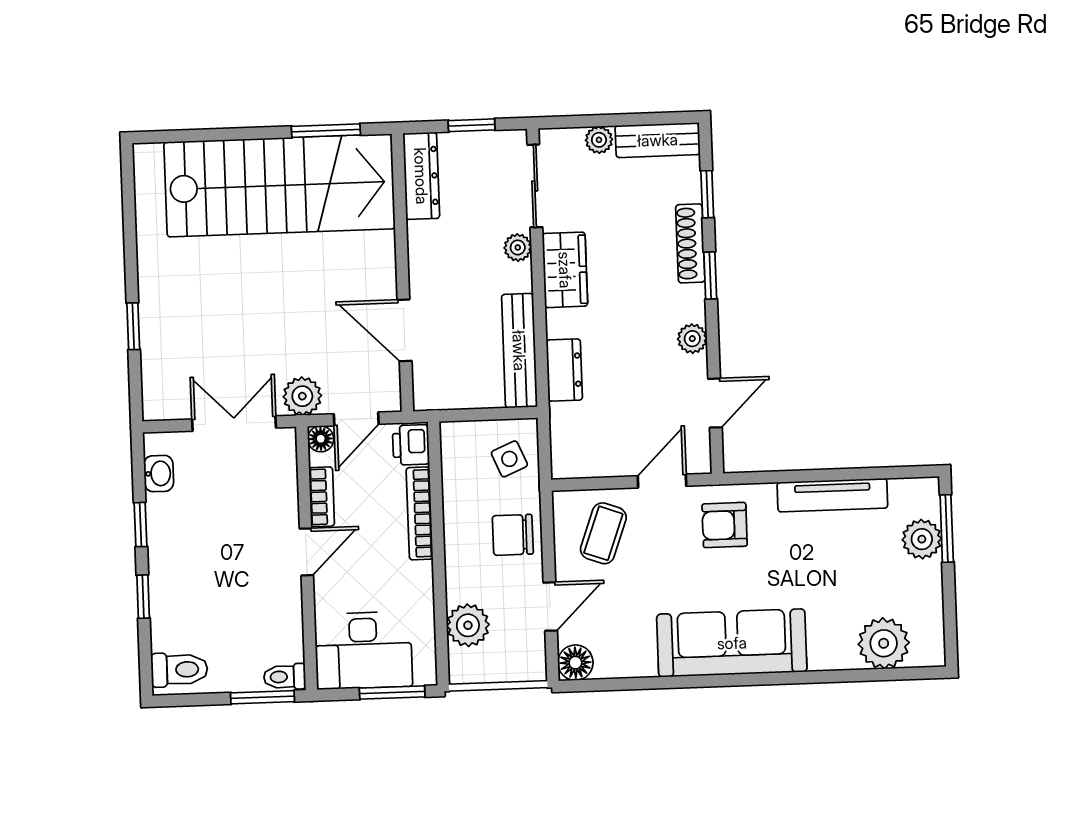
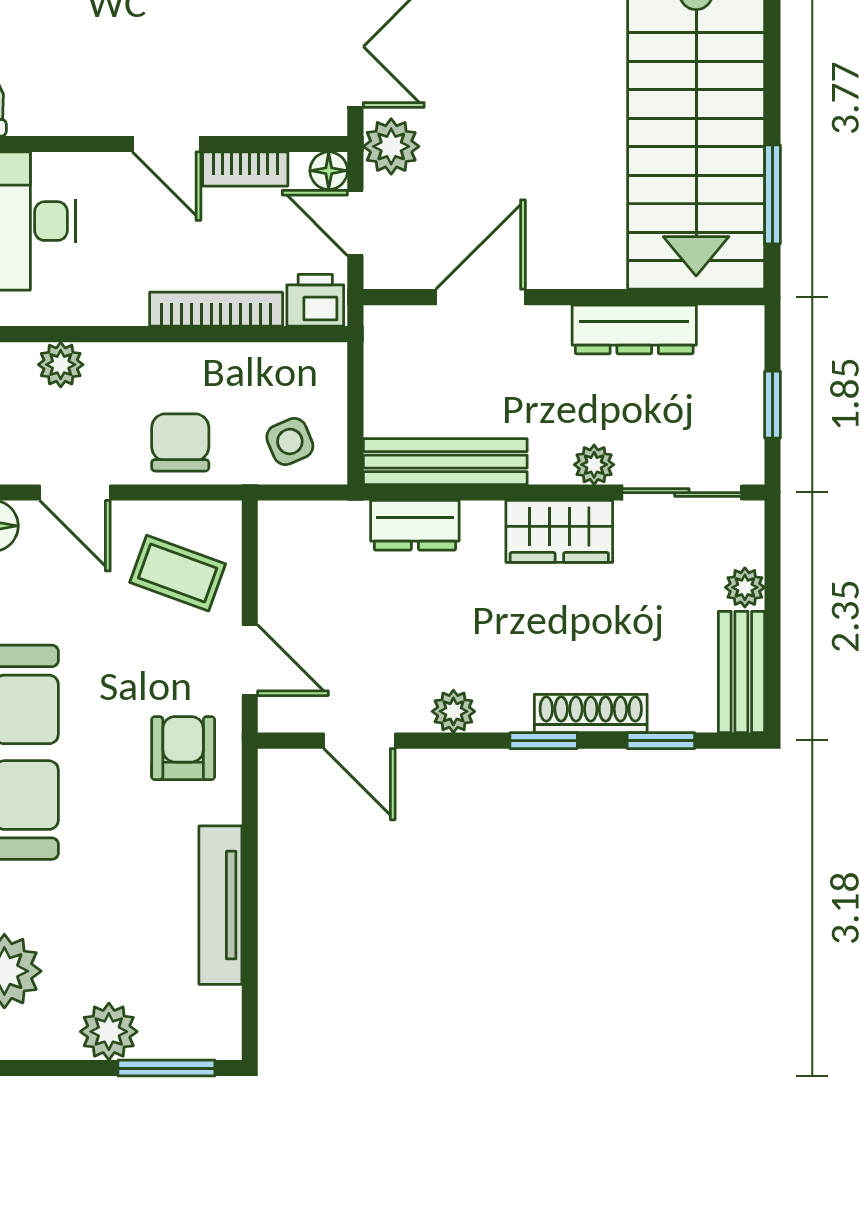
dresser: (421, 176) -> (634, 329), moved
plant: (922, 539) -> (109, 1032), moved
plant: (468, 625) -> (61, 365), width x0.73, depth x0.73

